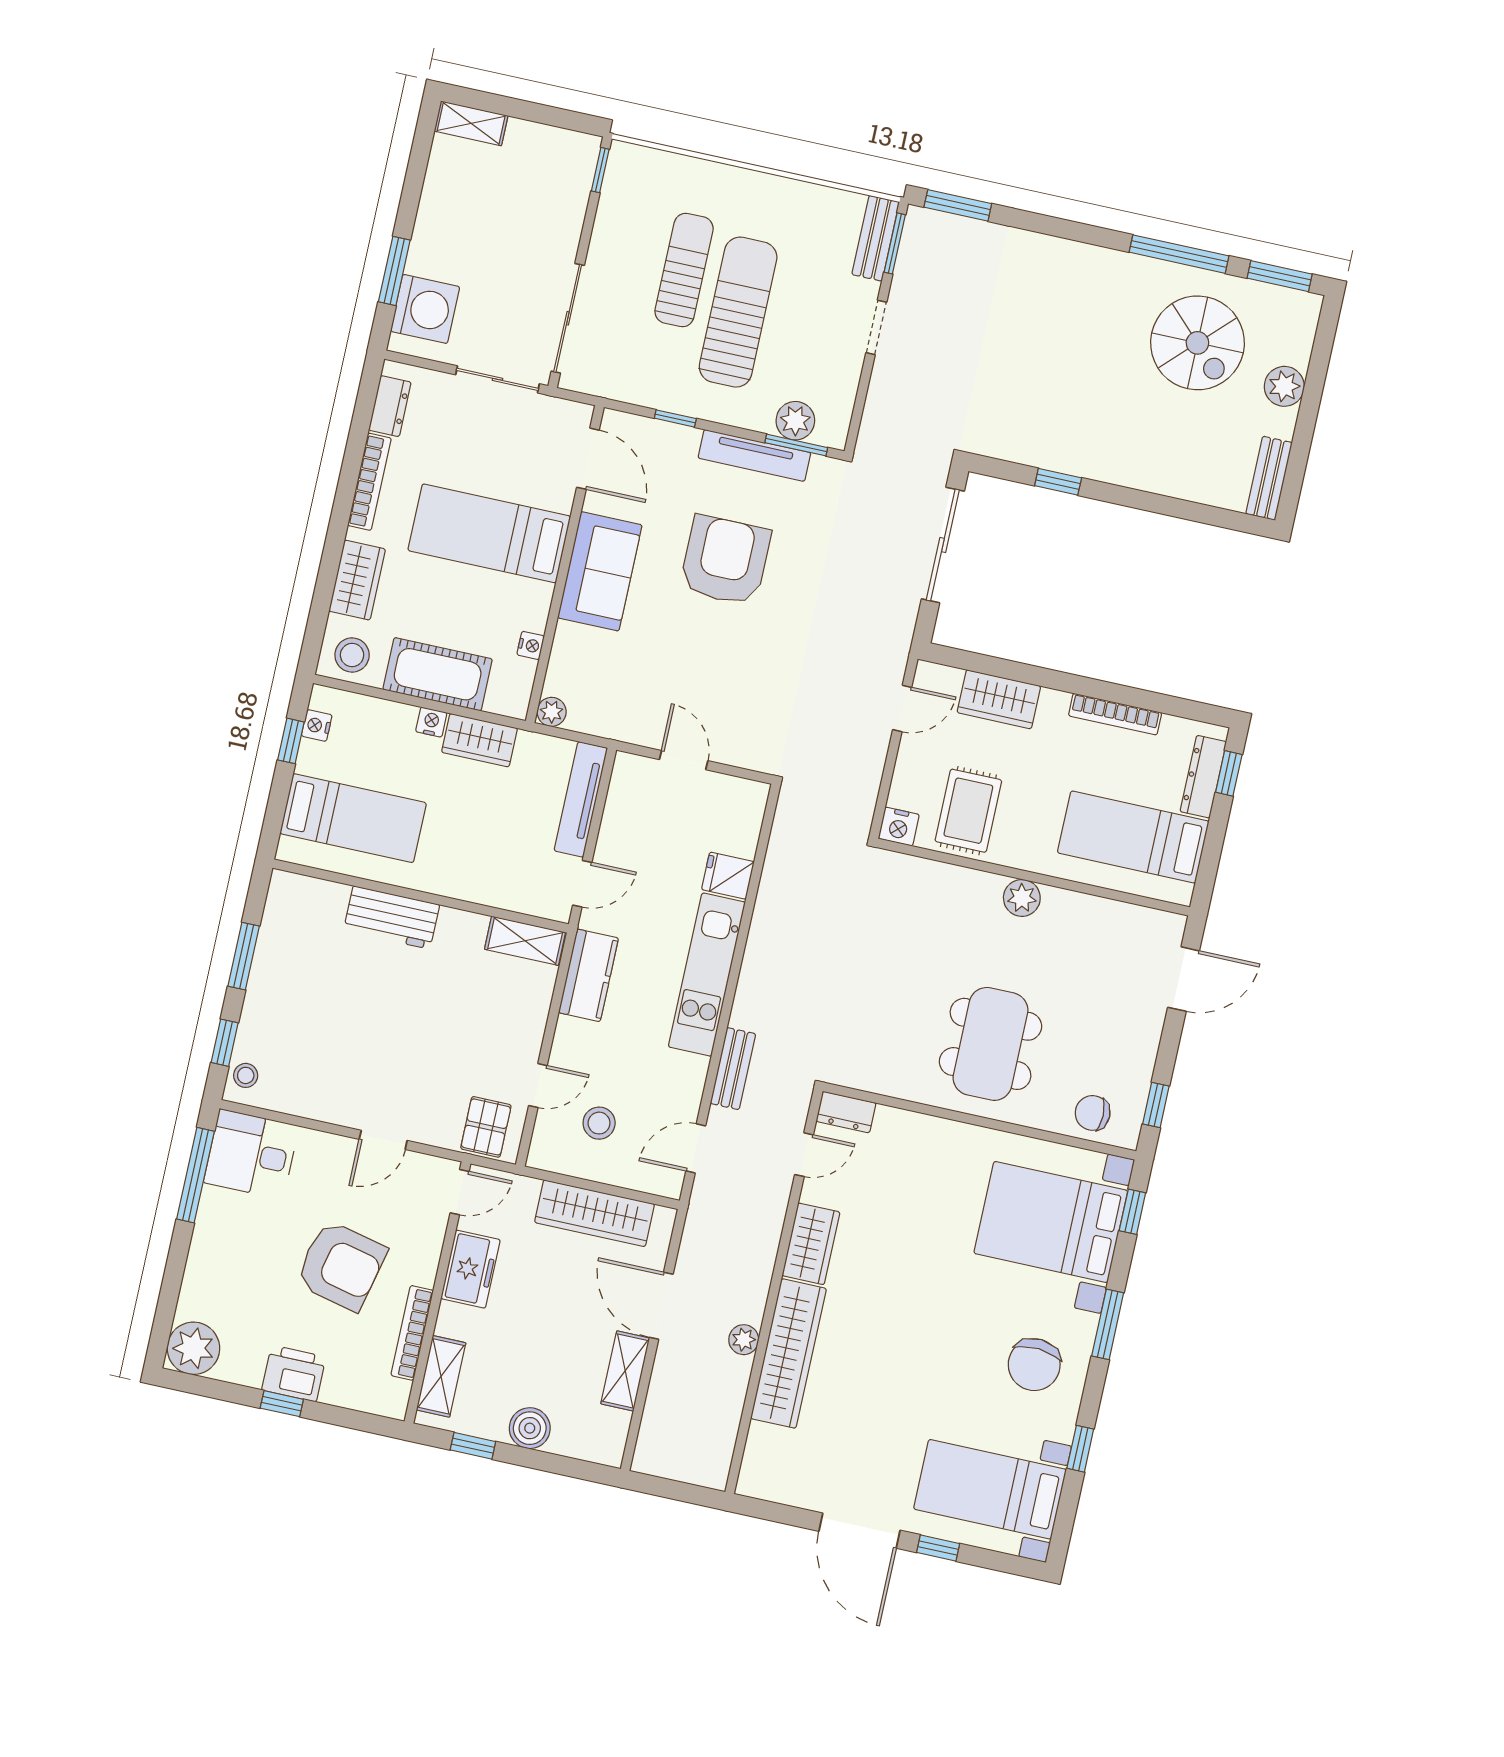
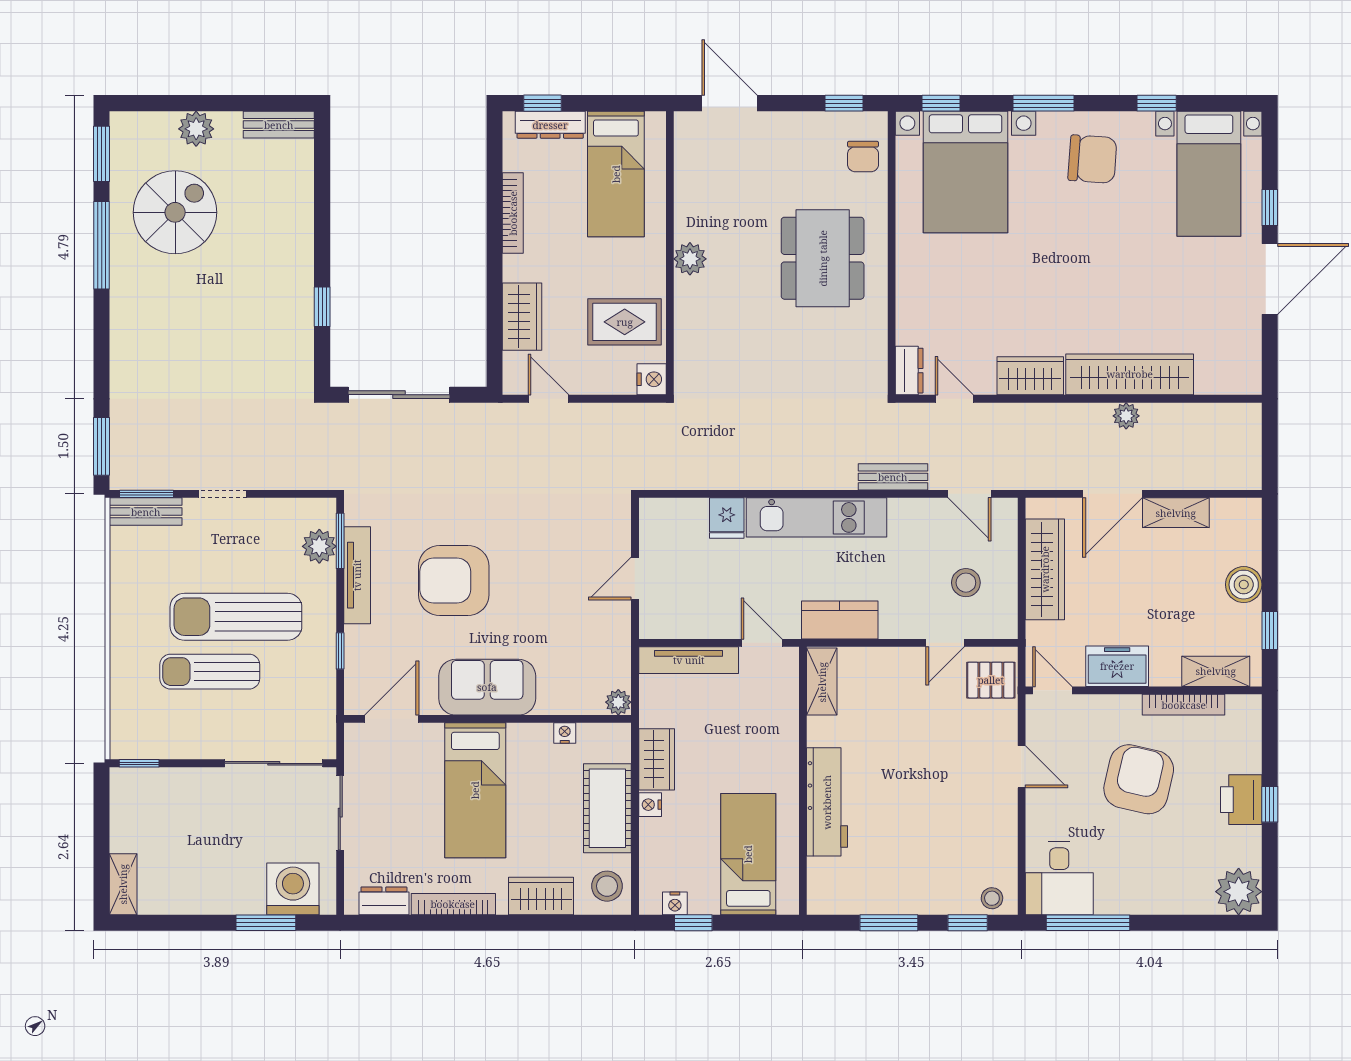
workbench: (392, 917) -> (827, 802), width x1.38
dining table: (990, 1044) -> (823, 258), turned 90
door: (538, 1086) -> (945, 643), swing flipped

